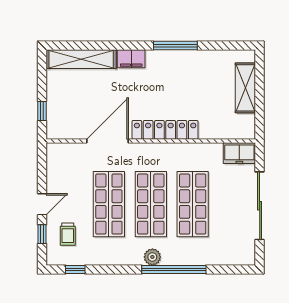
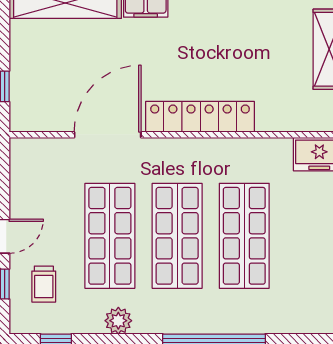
plant: (152, 257) -> (118, 321), moved

